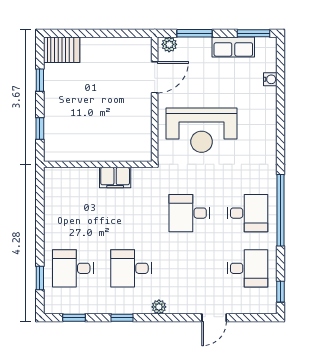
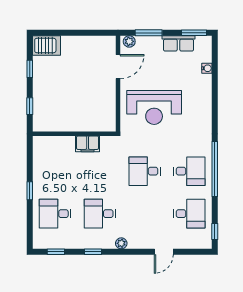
window: (40, 278) -> (30, 191), moved

